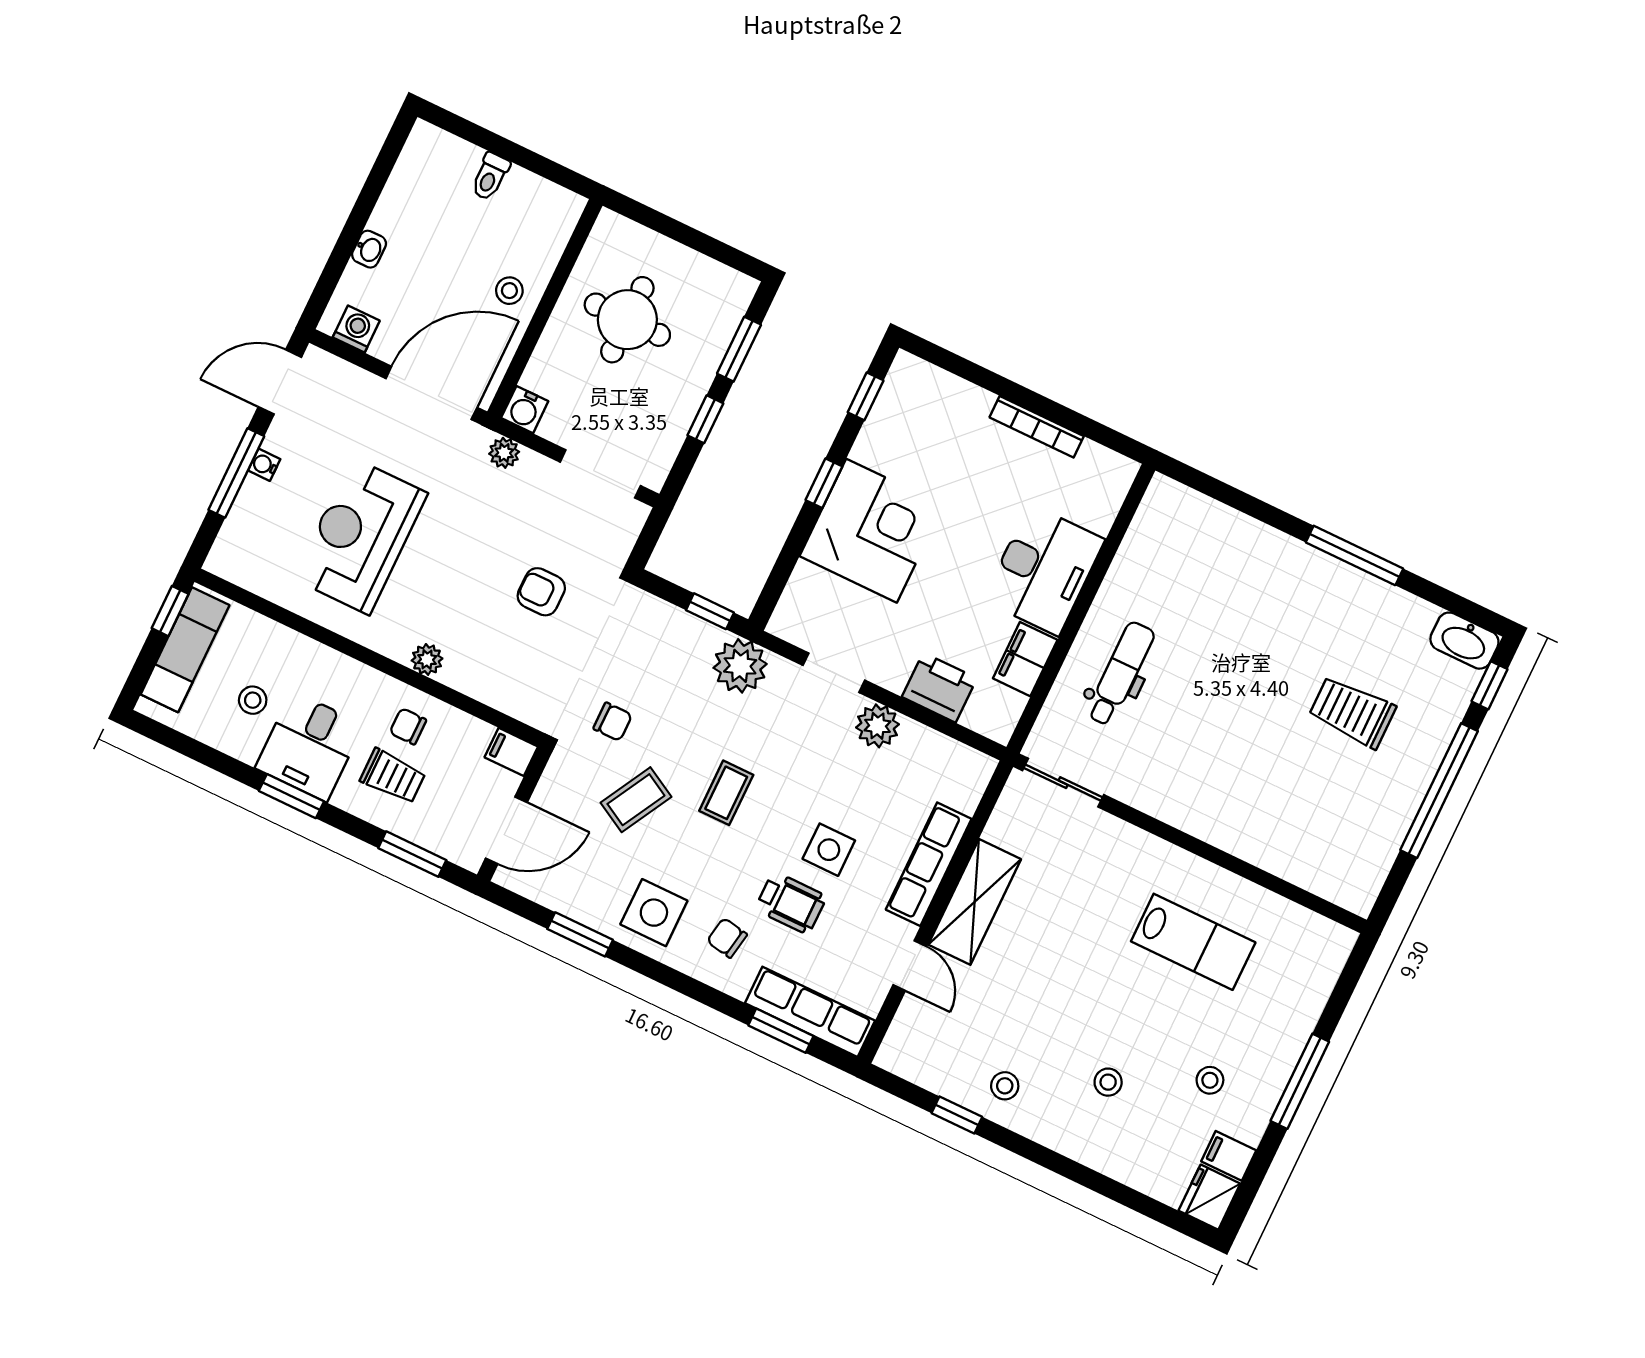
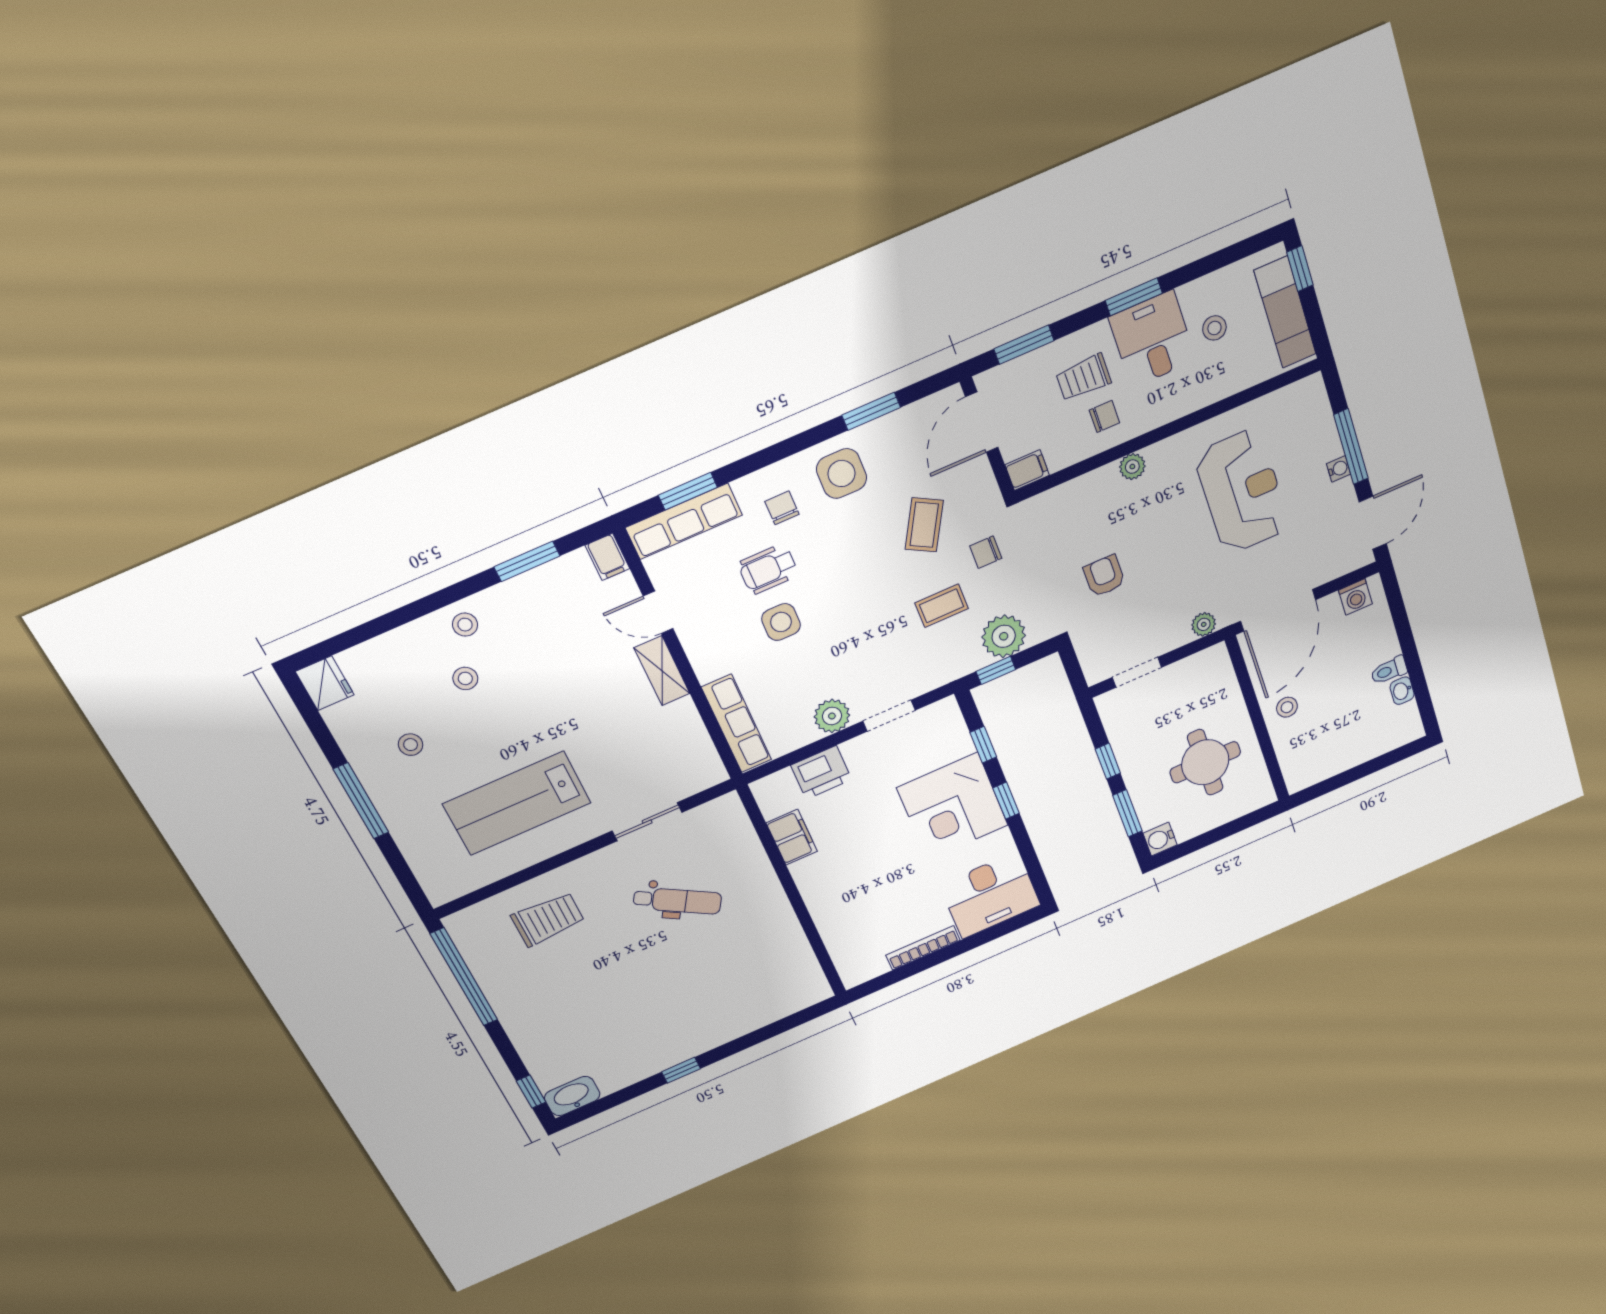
toilet: (490, 176) -> (1389, 670), moved, turned -90
washbasin: (369, 249) -> (1402, 691), moved
window: (866, 396) -> (983, 745), moved
water cooler: (525, 410) -> (1160, 839), moved, turned -90
doorway: (600, 474) -> (1137, 672), width x0.73
window: (1354, 555) -> (681, 1070), width x0.46
desk: (1044, 570) -> (990, 895), moved, turned -90
armchair: (541, 592) -> (1104, 576), turned -90
window: (170, 611) -> (1300, 269), moved
plant: (740, 666) -> (1004, 636), moved
dental chair: (1121, 674) -> (677, 901), moved, turned -59
trolley: (1352, 712) -> (548, 919), moved
sliding door: (1063, 783) -> (647, 822), moved
window: (1439, 791) -> (464, 977), moved
coffee table: (726, 793) -> (942, 606), moved, turned 90
row of seats: (929, 864) -> (737, 723), moved
shelving: (975, 902) -> (662, 671), width x0.67, depth x0.75
chair: (727, 938) -> (782, 508), turned -100
lab bench: (1193, 942) -> (517, 803), width x1.36, depth x1.39
stool: (1005, 1086) -> (465, 625), moved
window: (957, 1115) -> (527, 561), width x1.50
filing cabinet: (1229, 1156) -> (607, 557), moved, turned 90

